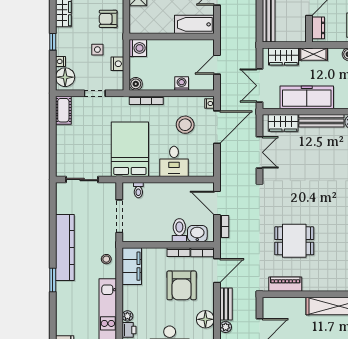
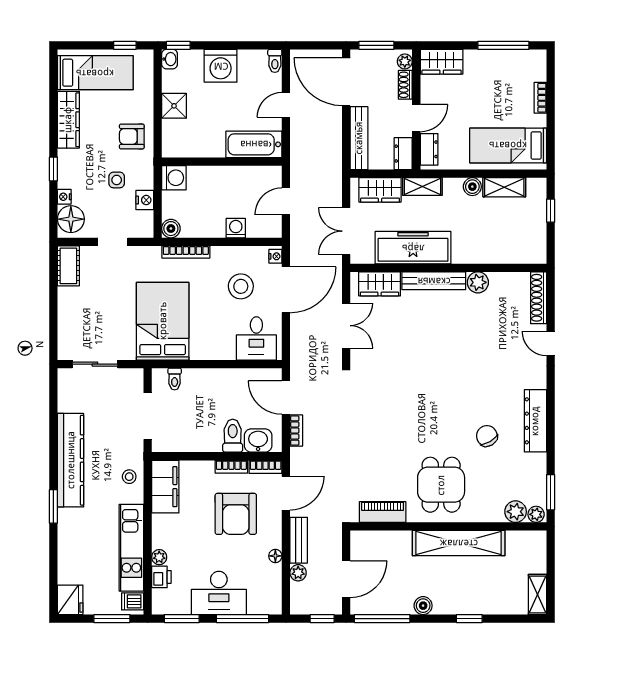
dresser: (300, 31) -> (403, 154), added
desk: (174, 161) -> (256, 338), moved
dining table: (294, 241) -> (441, 485), moved, turned 90
floor lamp: (205, 319) -> (275, 556), width x0.53, depth x0.53

